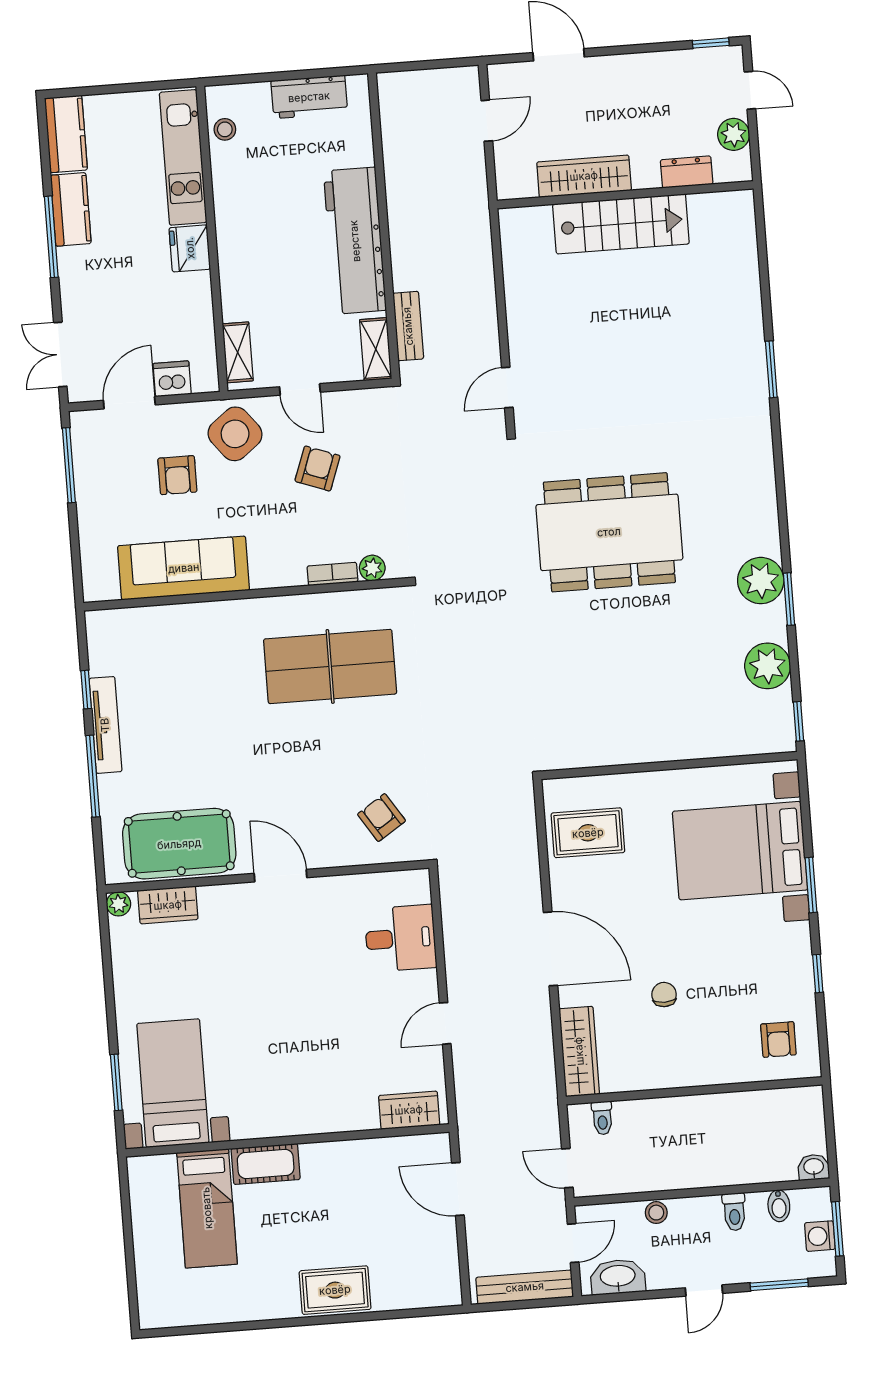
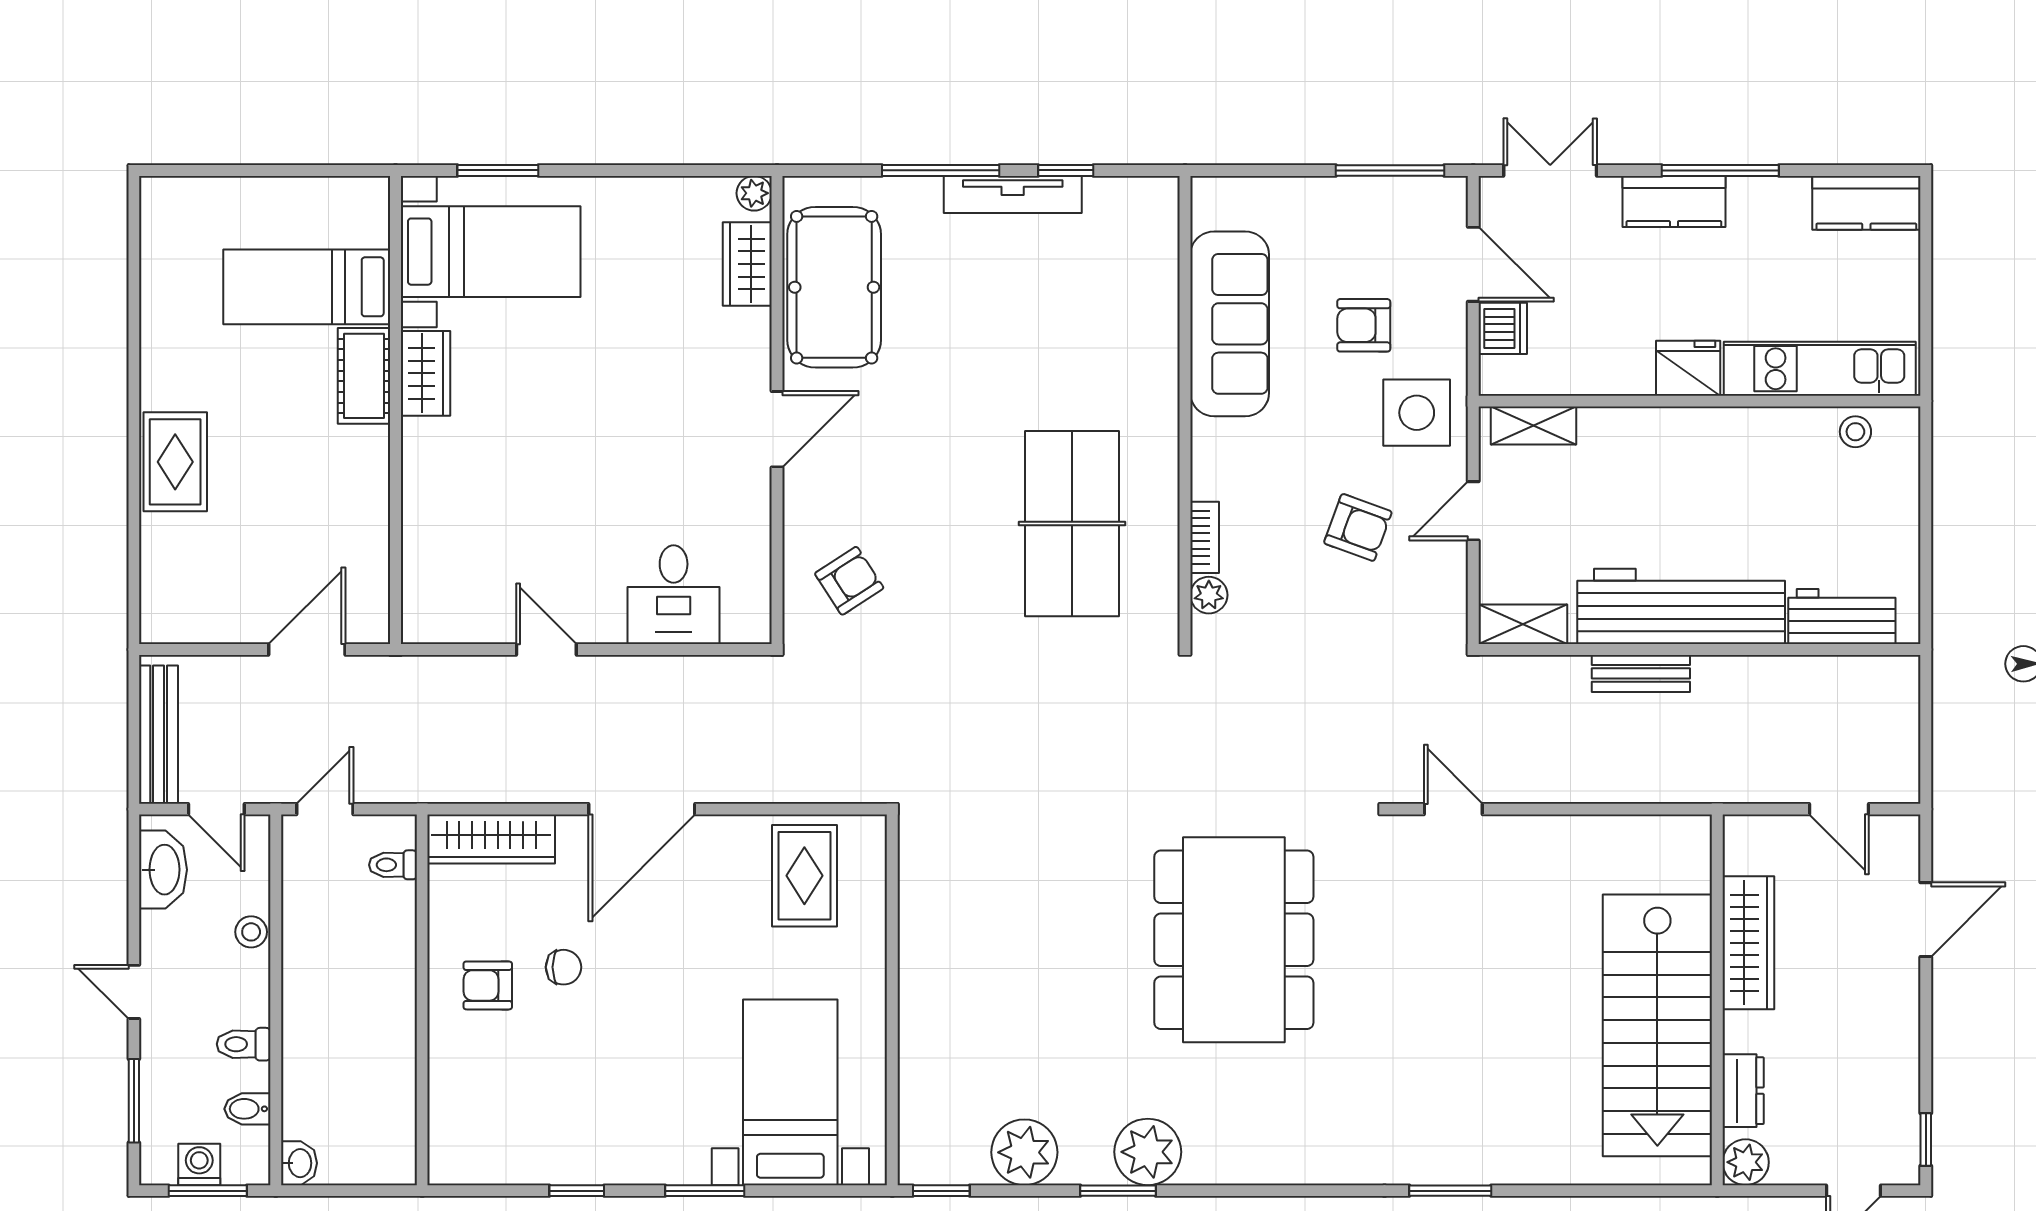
workbench: (309, 97) -> (1842, 617), moved, turned 90
plant: (734, 134) -> (1746, 1162), moved
kitchen counter: (71, 209) -> (1674, 201), moved
stairs: (621, 224) -> (1657, 1025), width x1.36, depth x1.51
bench: (408, 326) -> (1641, 673), moved
side table: (235, 434) -> (1417, 413), turned 38
bed with nightstands: (740, 851) -> (790, 1092), width x0.73
armchair: (778, 1039) -> (488, 985), moved
wardrobe: (409, 1110) -> (425, 373), moved

